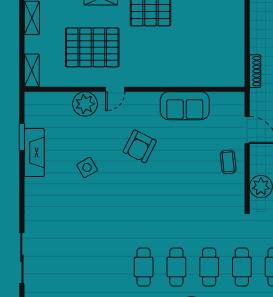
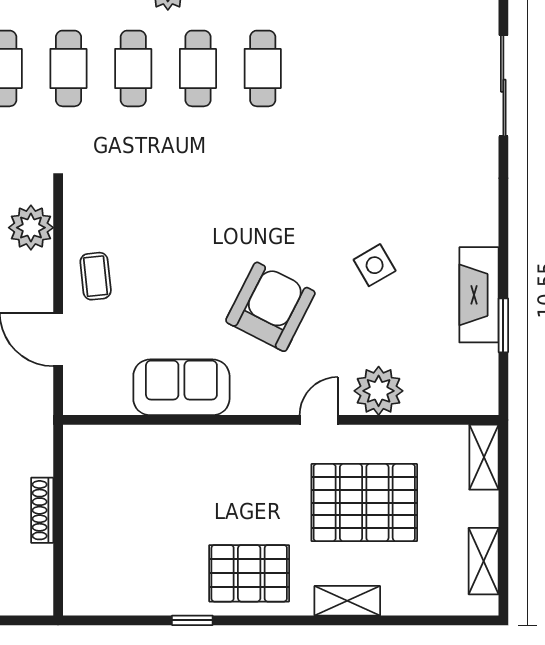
shoe rack: (255, 71) -> (42, 510), moved
armchair: (140, 146) -> (270, 307), width x1.36, depth x1.36

